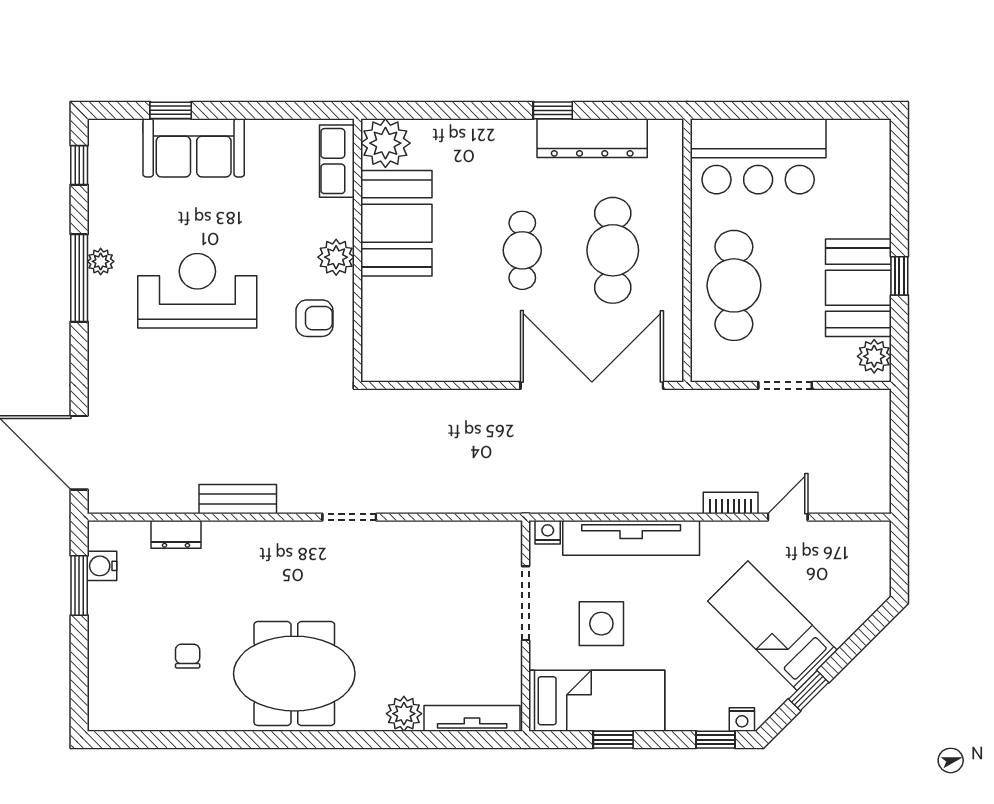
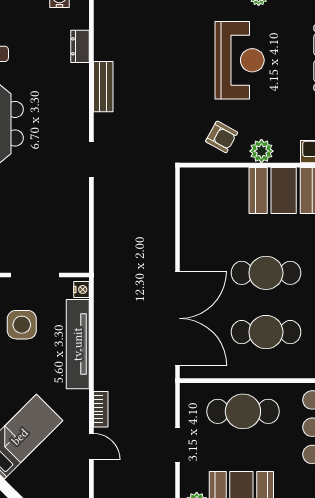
cafe table: (522, 250) -> (266, 273), width x1.37, depth x1.35
armchair: (314, 318) -> (222, 137), turned -61

